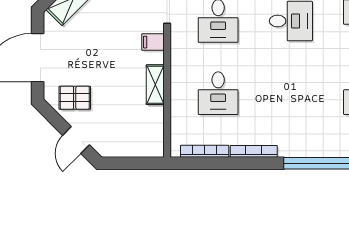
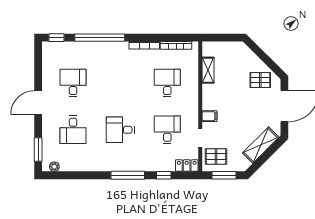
shelving: (155, 85) -> (208, 70), moved
door: (76, 140) -> (259, 53), removed

